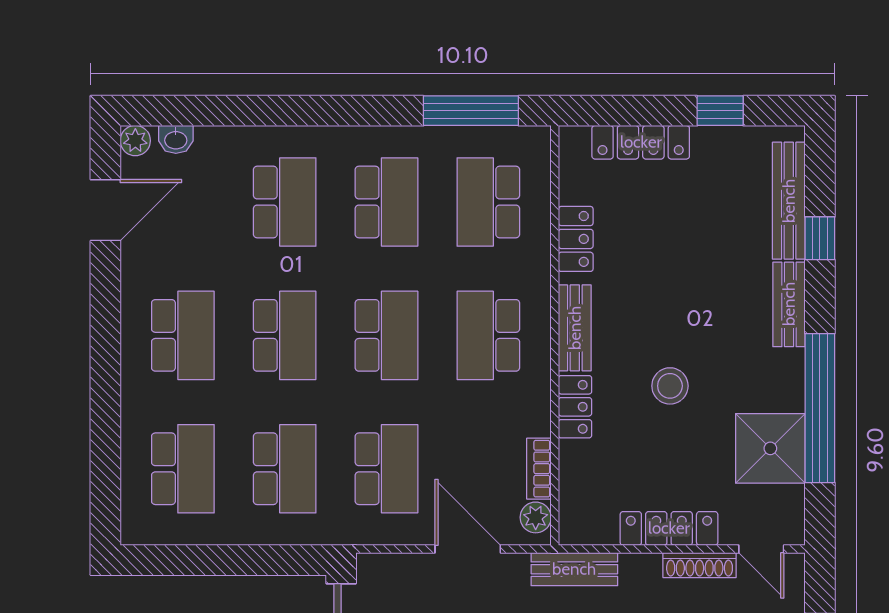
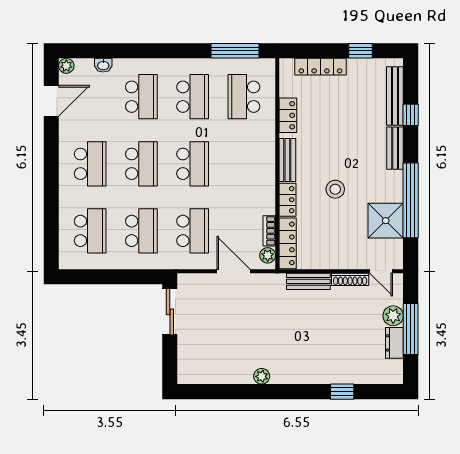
washbasin: (176, 139) -> (103, 65), moved
school desk: (488, 335) -> (244, 164), removed
locker: (669, 528) -> (288, 243), moved, turned 90
bench: (574, 569) -> (308, 281), moved

